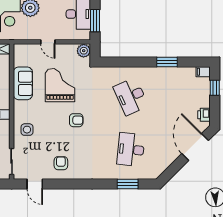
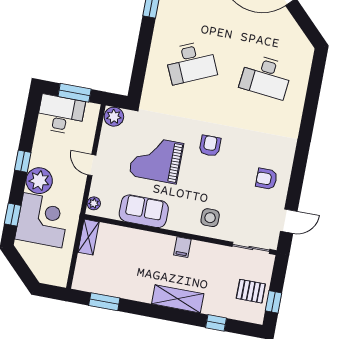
door: (48, 42) -> (92, 165), swing flipped
plant: (22, 48) -> (94, 203), added
window: (128, 184) -> (314, 90), removed

